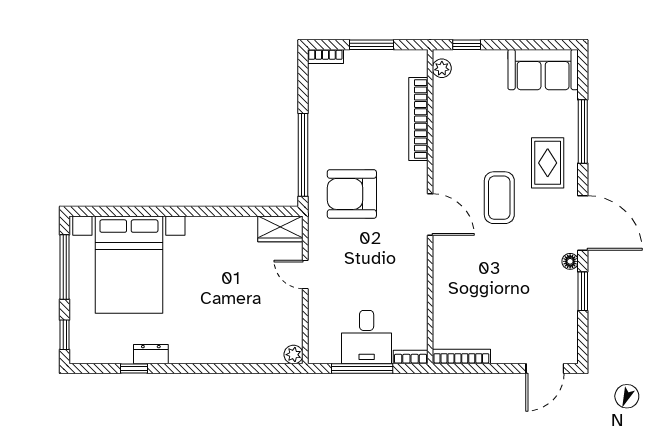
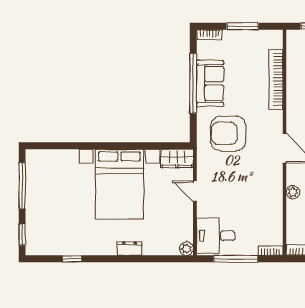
plant: (442, 68) -> (293, 192), moved
sofa: (326, 124) -> (210, 83), added
window: (303, 155) -> (193, 83), moved
bed with nightstands: (129, 265) -> (119, 184), moved
desk: (367, 337) -> (216, 236), moved, turned 90
dresser: (151, 354) -> (130, 248), moved

